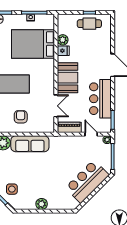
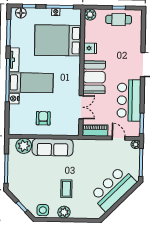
plant: (63, 40) -> (90, 15), moved
coffee table: (43, 182) -> (66, 189), added
side table: (12, 189) -> (43, 210), moved

